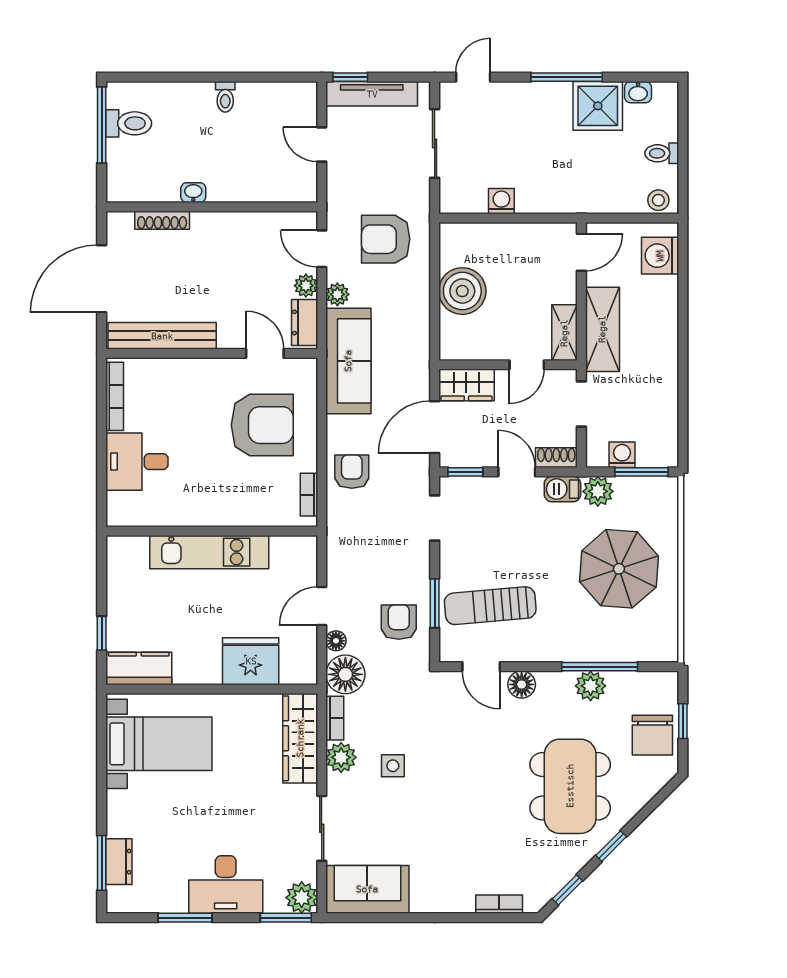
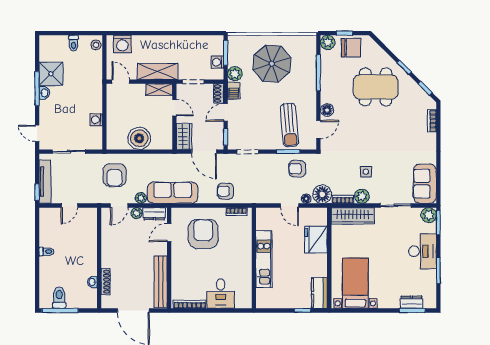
washbasin: (638, 92) -> (44, 93), moved
washbasin: (193, 193) -> (92, 282), moved
plant: (591, 686) -> (328, 42), moved

